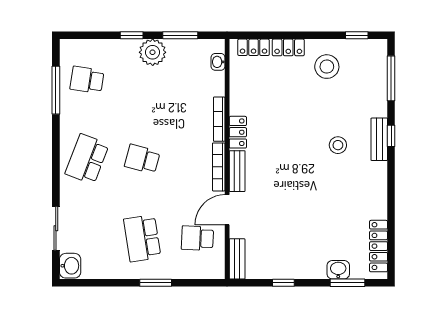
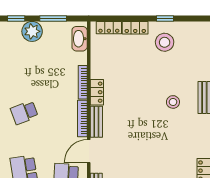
window: (357, 35) -> (165, 18), moved
washbasin: (218, 62) -> (80, 39), width x1.91, depth x1.45
school desk: (142, 159) -> (24, 113), turned -36

